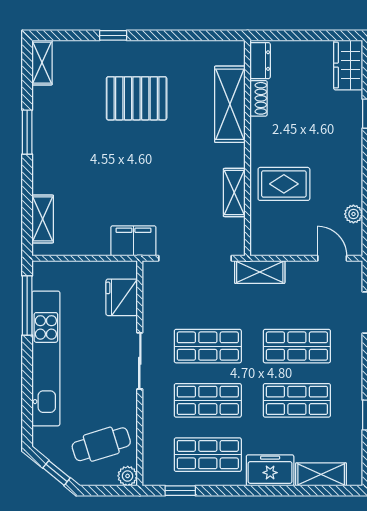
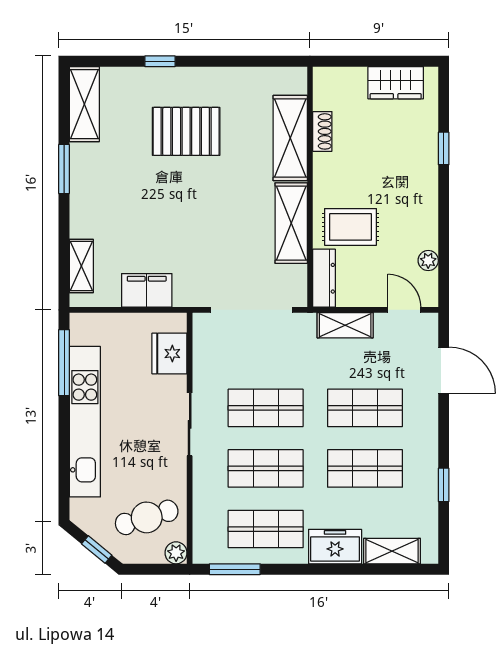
dresser: (260, 61) -> (324, 278), moved, width x1.44
shelving: (42, 63) -> (84, 104), width x1.50, depth x1.33
wardrobe: (348, 65) -> (396, 83), moved, turned -90
shelving: (234, 192) -> (291, 223), width x1.50, depth x1.33
filing cabinet: (133, 241) -> (147, 290), moved
shelving: (260, 272) -> (345, 325), moved
window: (180, 491) -> (235, 569), width x1.50

